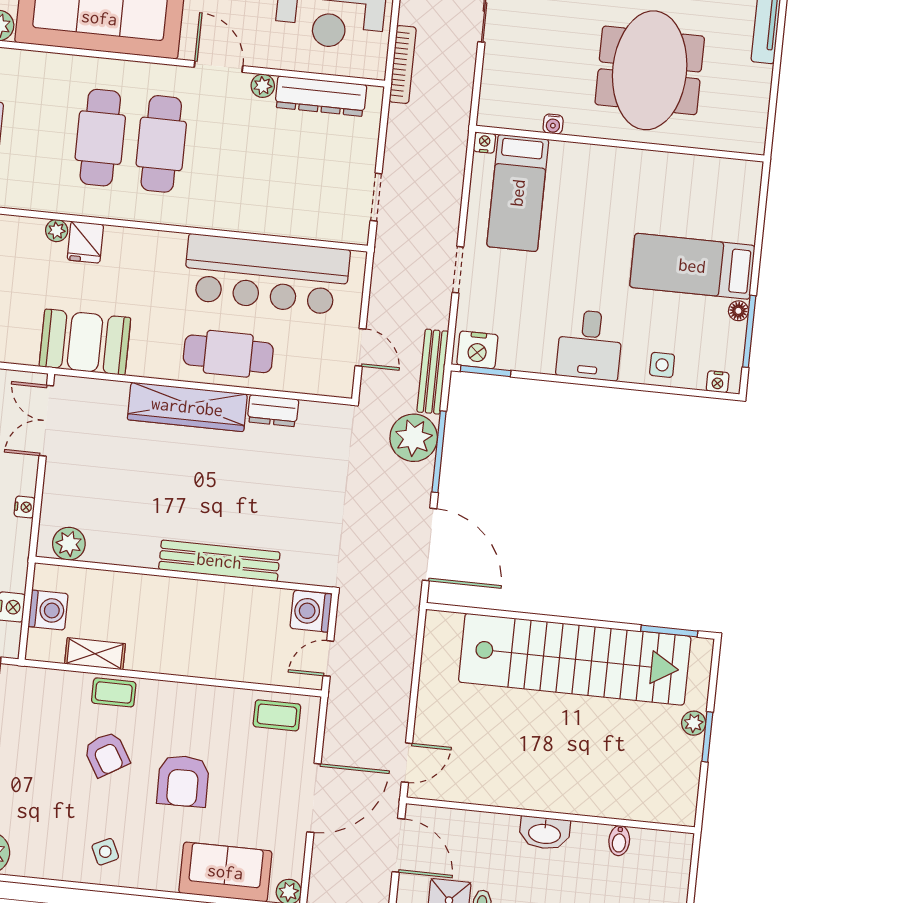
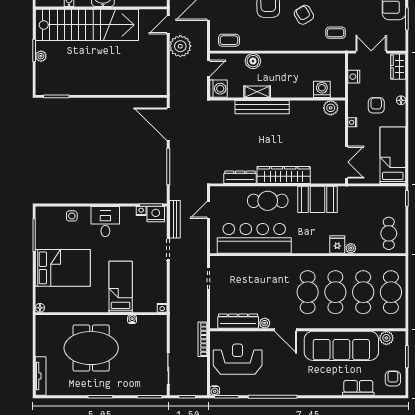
meeting table: (650, 70) -> (91, 348), turned 90
cafe table: (39, 131) -> (363, 292), added
bed: (518, 193) -> (121, 287), moved
bed: (692, 266) -> (63, 268), width x1.50
floor lamp: (738, 311) -> (40, 308), moved
booth: (85, 342) -> (318, 199), moved
door: (361, 347) -> (208, 210), hinge flipped
bench: (433, 372) -> (175, 219), moved
nightstand: (718, 382) -> (141, 211), moved
dresser: (273, 411) -> (240, 177), width x1.44
plant: (414, 438) -> (180, 46), moved
washing machine: (48, 610) -> (322, 89), moved, turned 90
shelving: (95, 654) -> (257, 92), moved
stairs: (575, 659) -> (87, 25), moved, turned 180
boiler: (229, 664) -> (253, 61), added
coffee table: (114, 692) -> (336, 33), moved

